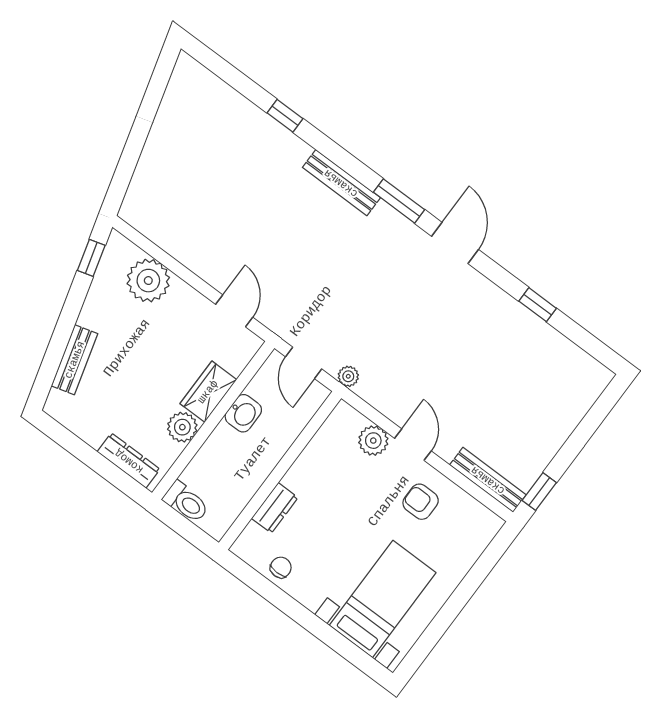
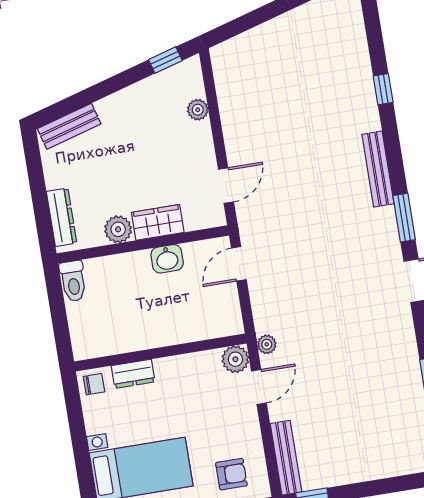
plant: (148, 281) -> (198, 110), width x0.53, depth x0.53
bench: (75, 360) -> (69, 126), moved
plant: (348, 376) -> (267, 344), moved
wall: (280, 470) -> (160, 352), moved
armchair: (421, 502) -> (231, 474), moved, turned 90
dresser: (275, 508) -> (133, 374), moved

